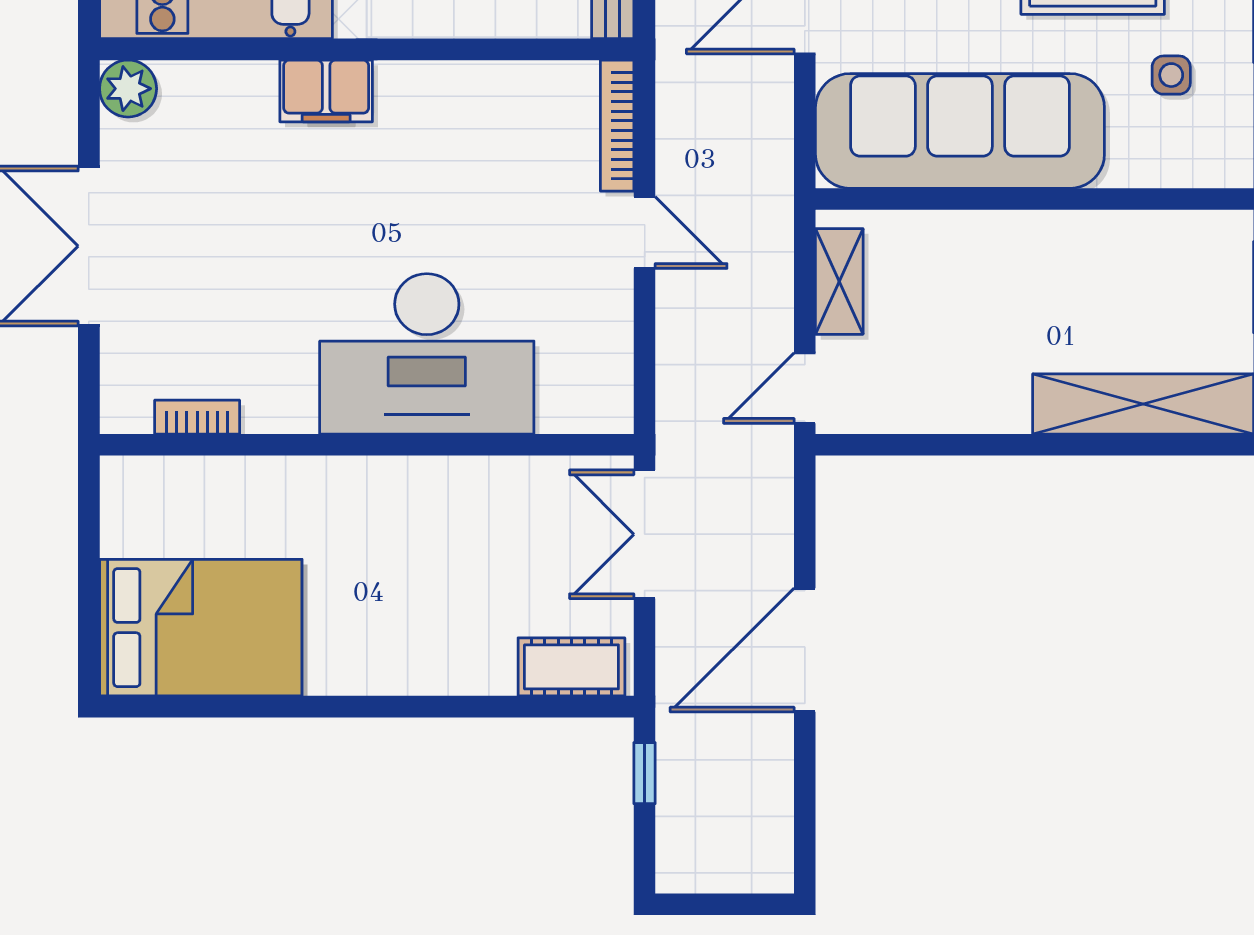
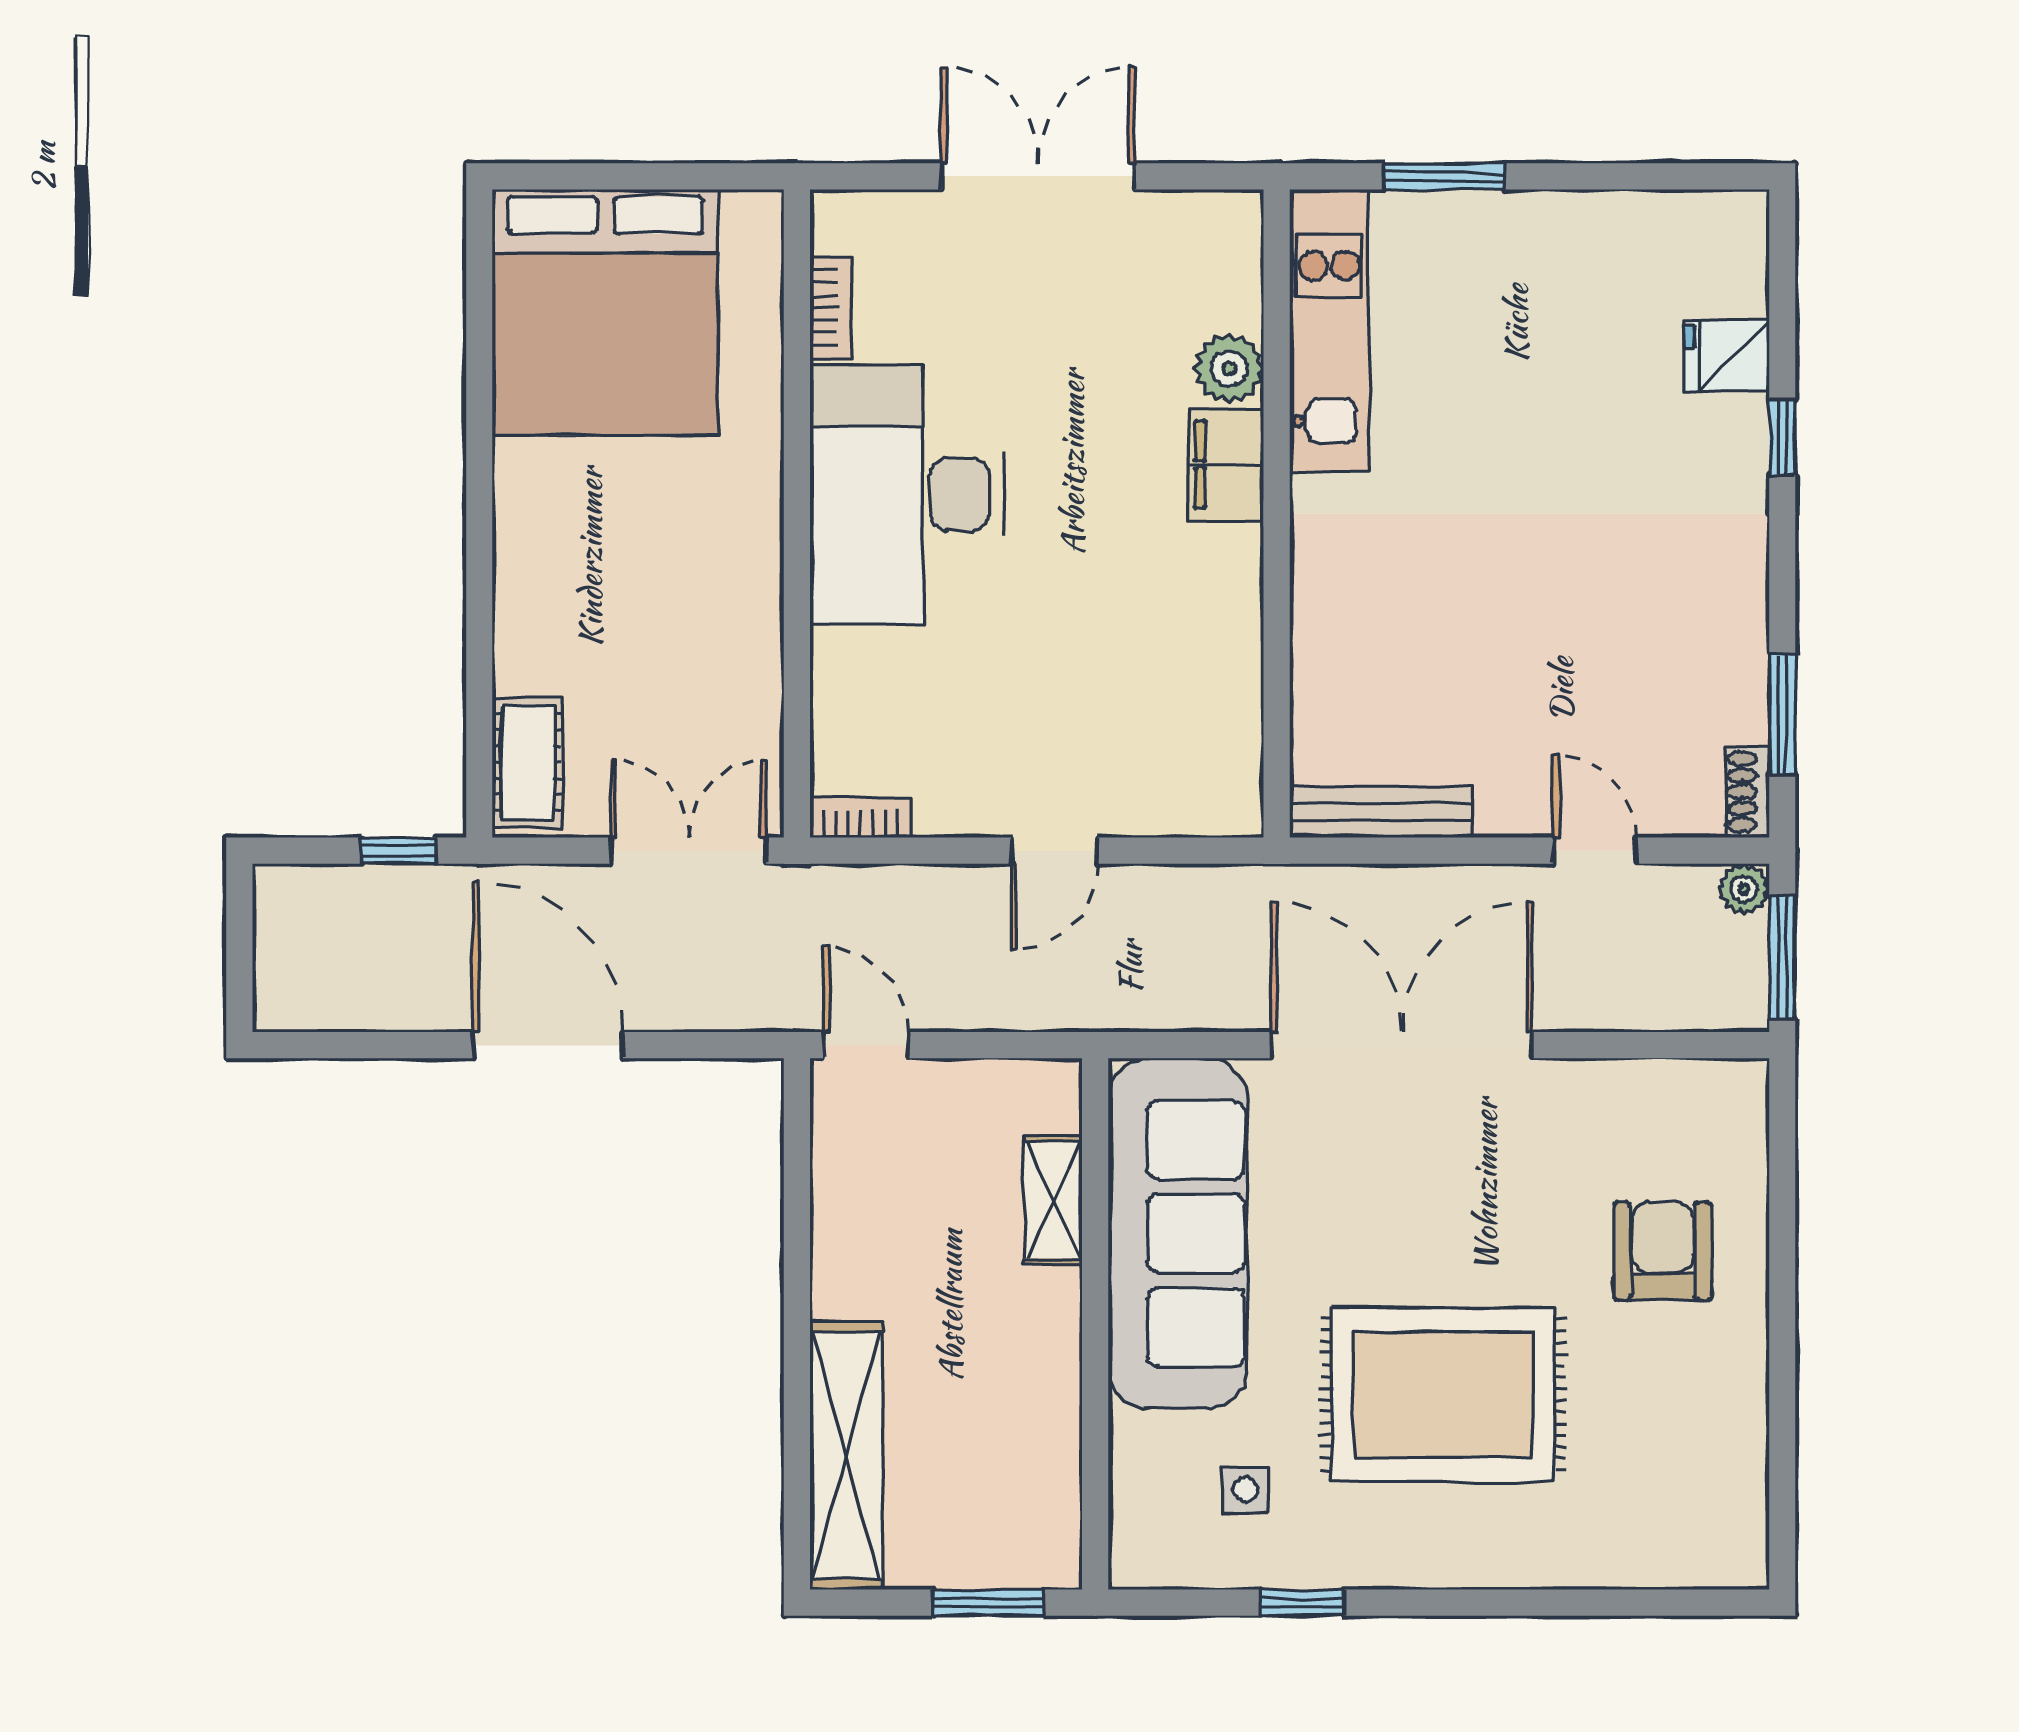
plant: (128, 89) -> (1229, 368), moved
bookcase: (617, 126) -> (861, 817), moved, width x0.64
shelving: (839, 281) -> (1053, 1200), moved, turned 90
desk: (427, 354) -> (907, 495), moved
bed: (201, 628) -> (605, 312), width x1.36

